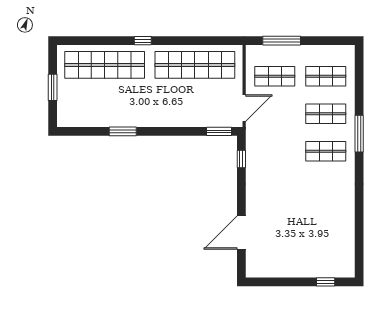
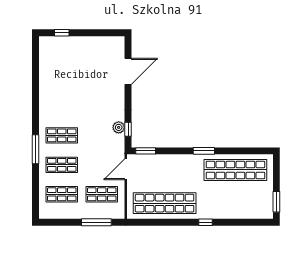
shop shelf: (105, 65) -> (235, 170), moved
window: (53, 87) -> (276, 202), moved
window: (123, 131) -> (204, 151), moved
plant: (253, 161) -> (119, 127), added

